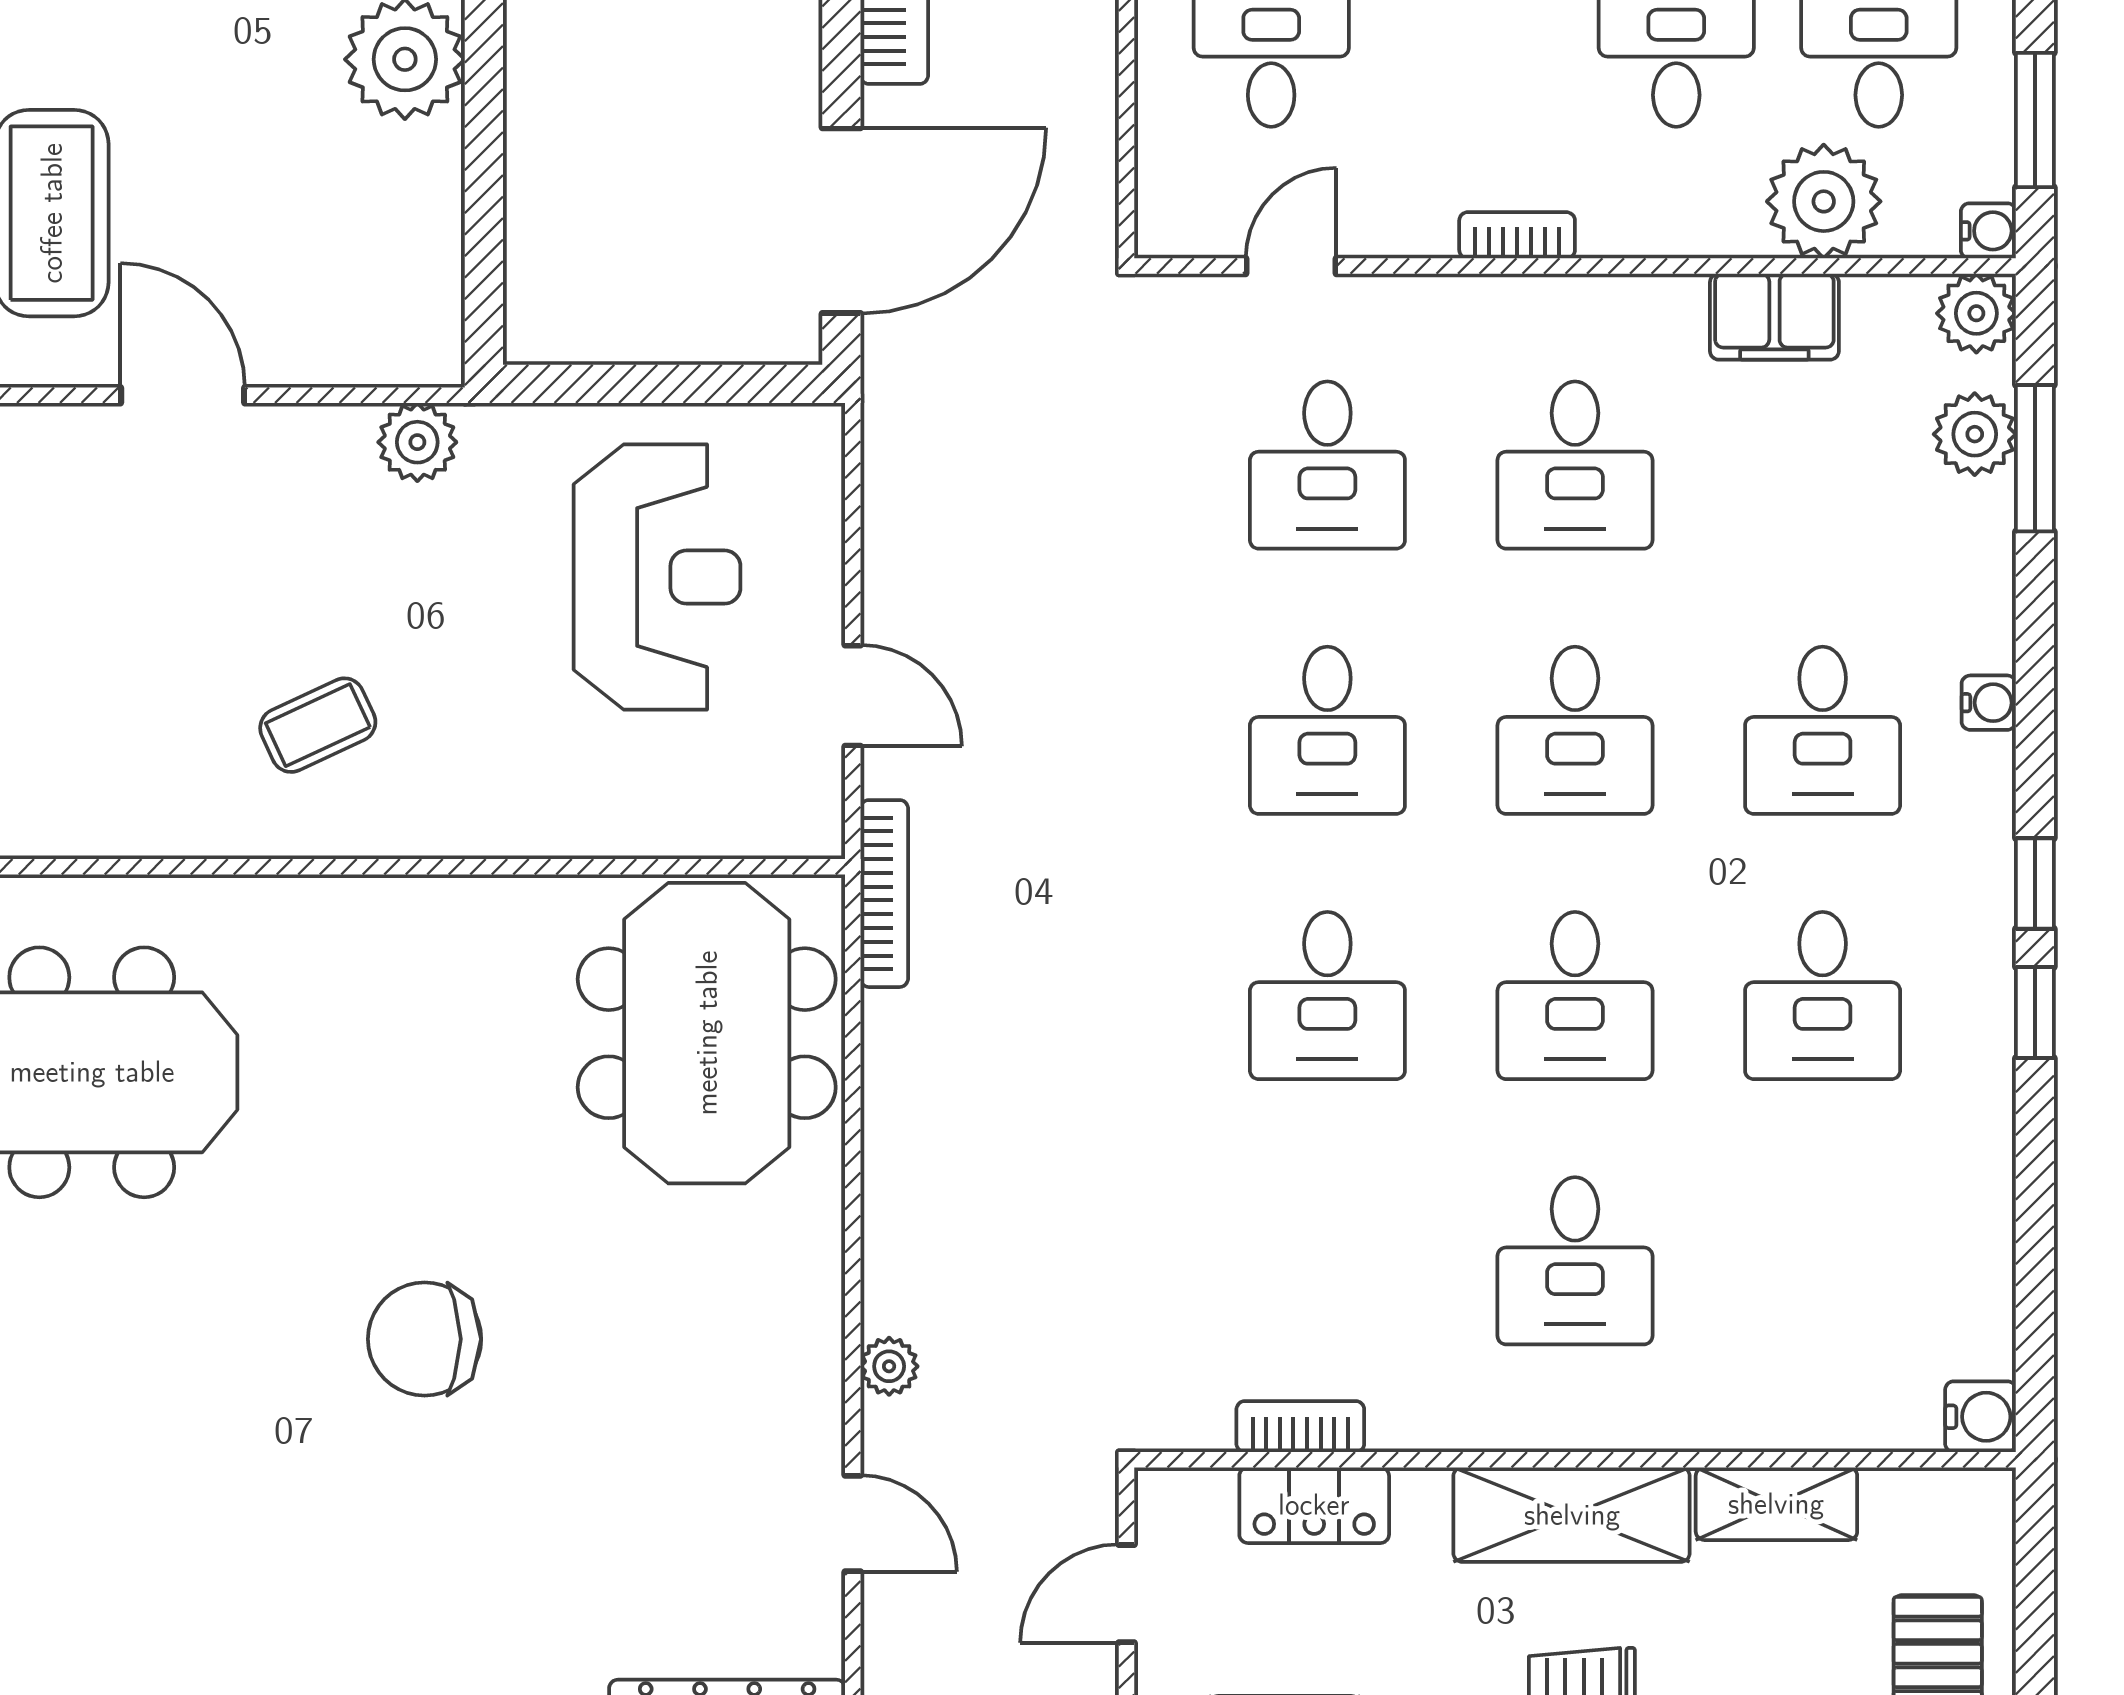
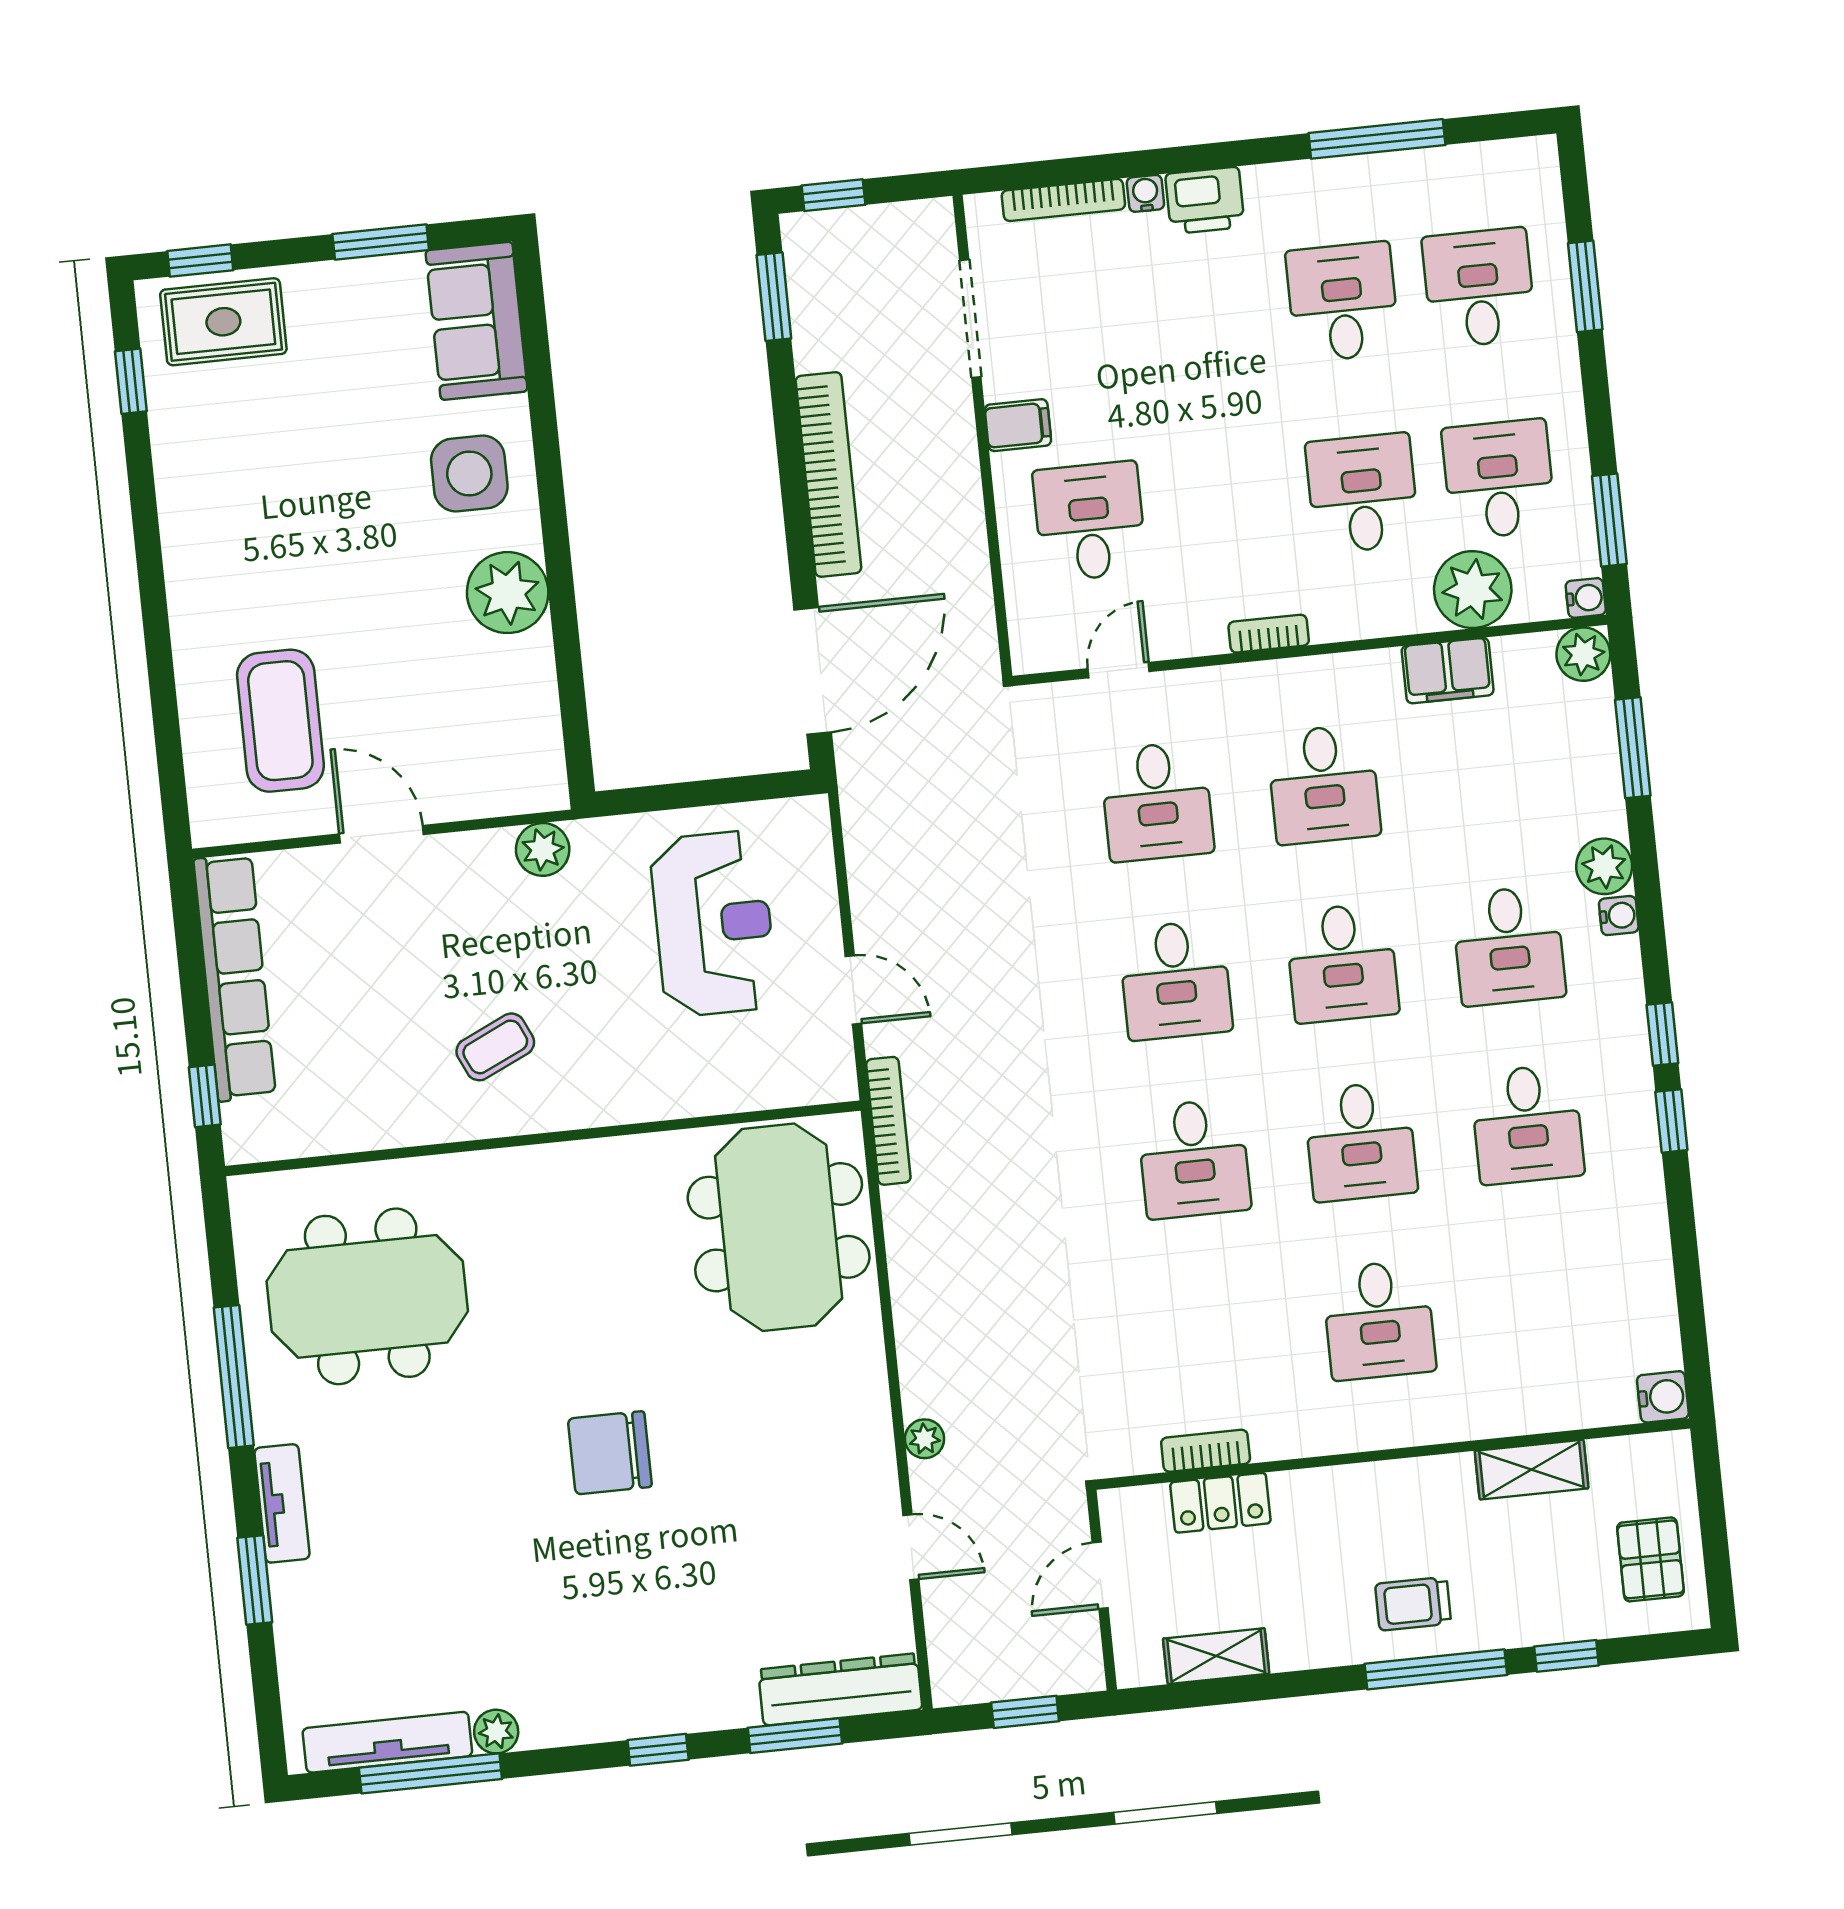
plant: (1975, 434) -> (1604, 866), moved
shelving: (1572, 1515) -> (1394, 1491), removed

